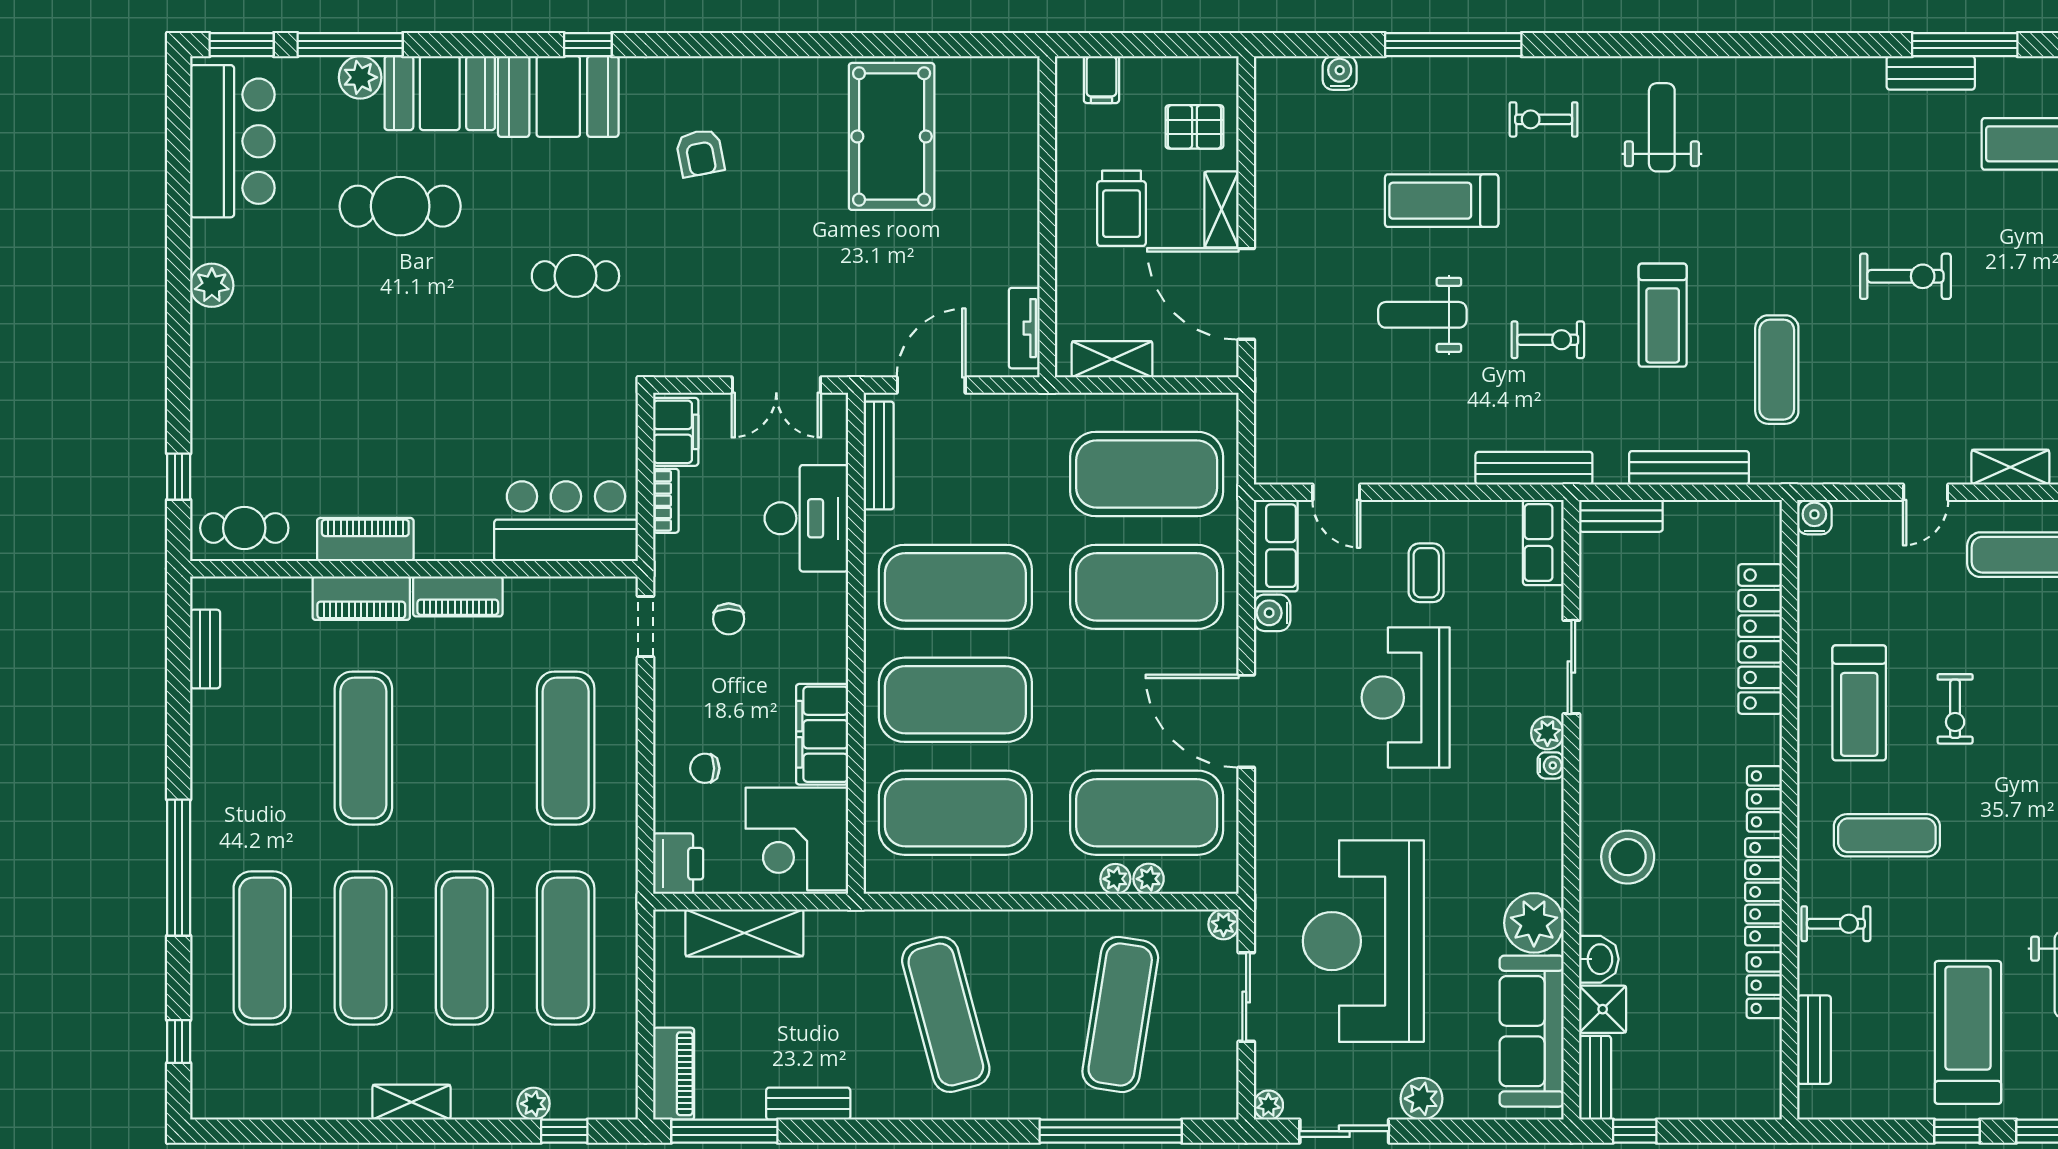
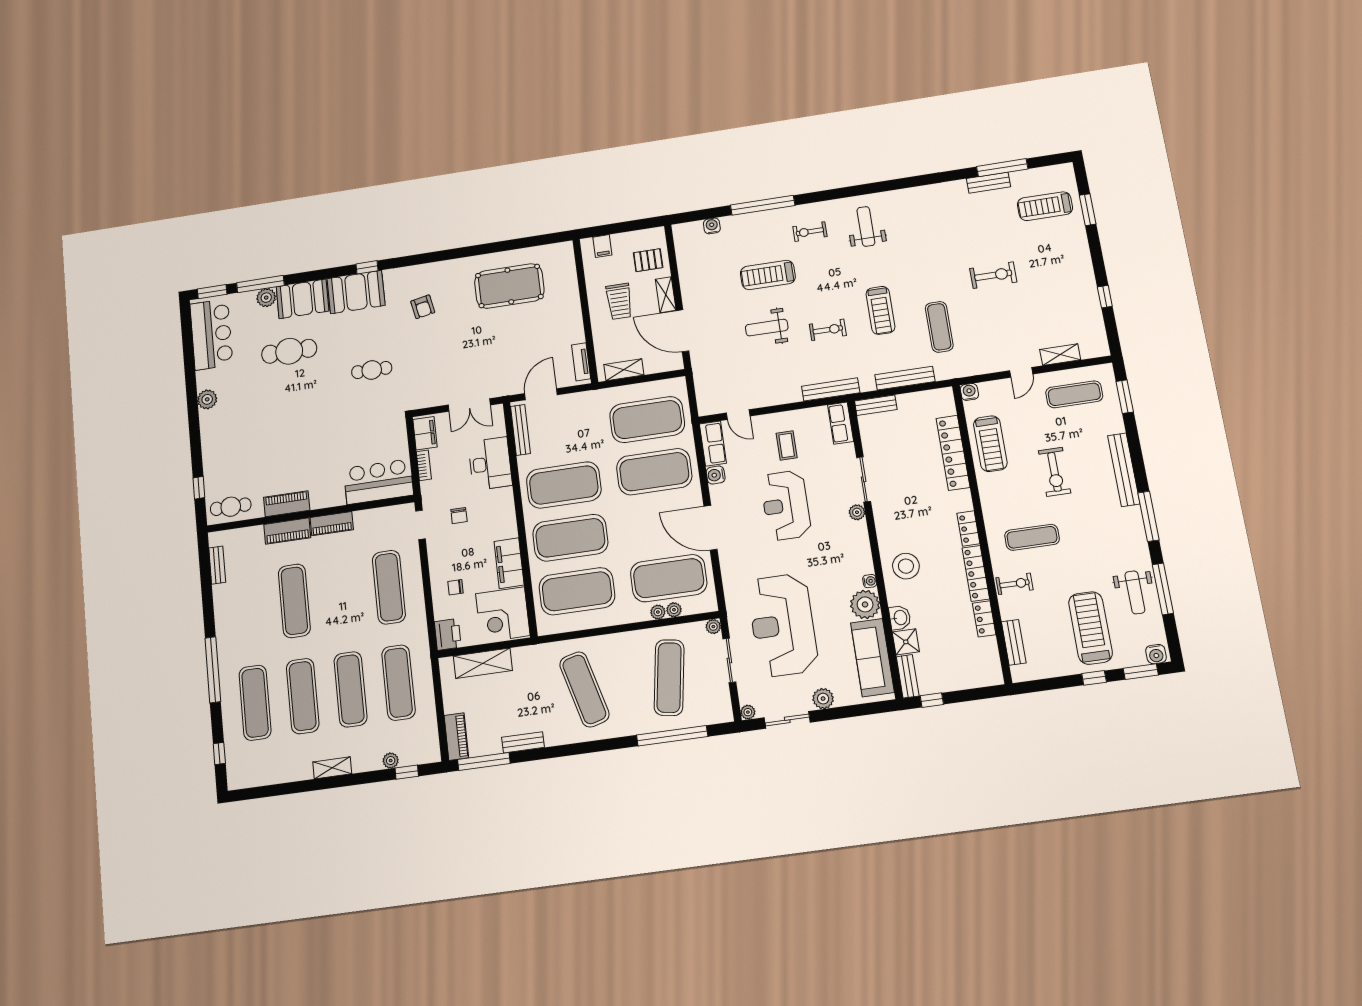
pool table: (892, 136) -> (509, 286), turned 90
treadmill: (1859, 703) -> (990, 444), moved
exercise bike: (1955, 709) -> (1055, 472), width x1.38, depth x1.39
water cooler: (1551, 765) -> (870, 581), moved

